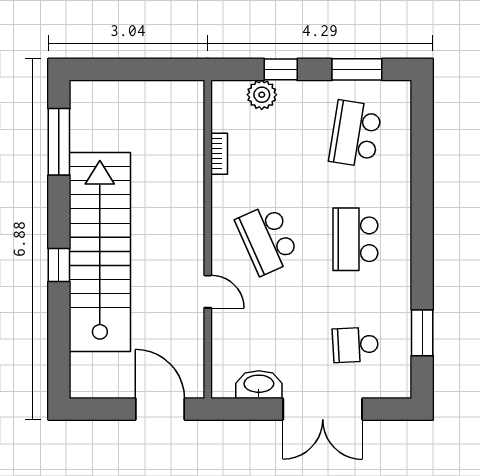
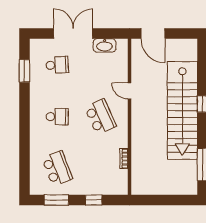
plant: (262, 95) -> (103, 188), removed
school desk: (355, 134) -> (57, 168), turned -30
school desk: (355, 239) -> (57, 117), width x0.54

